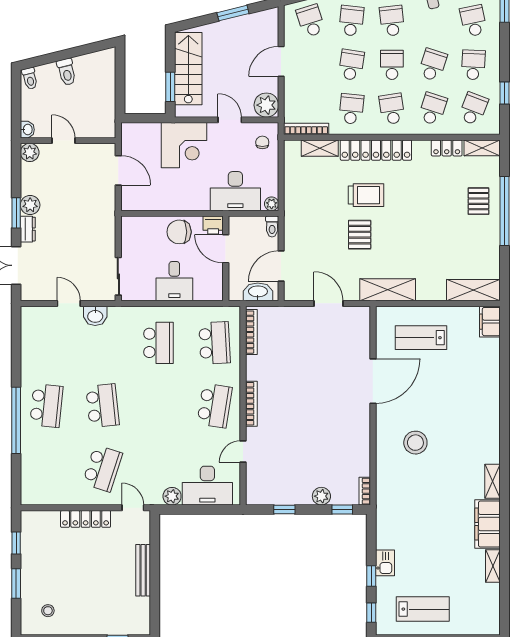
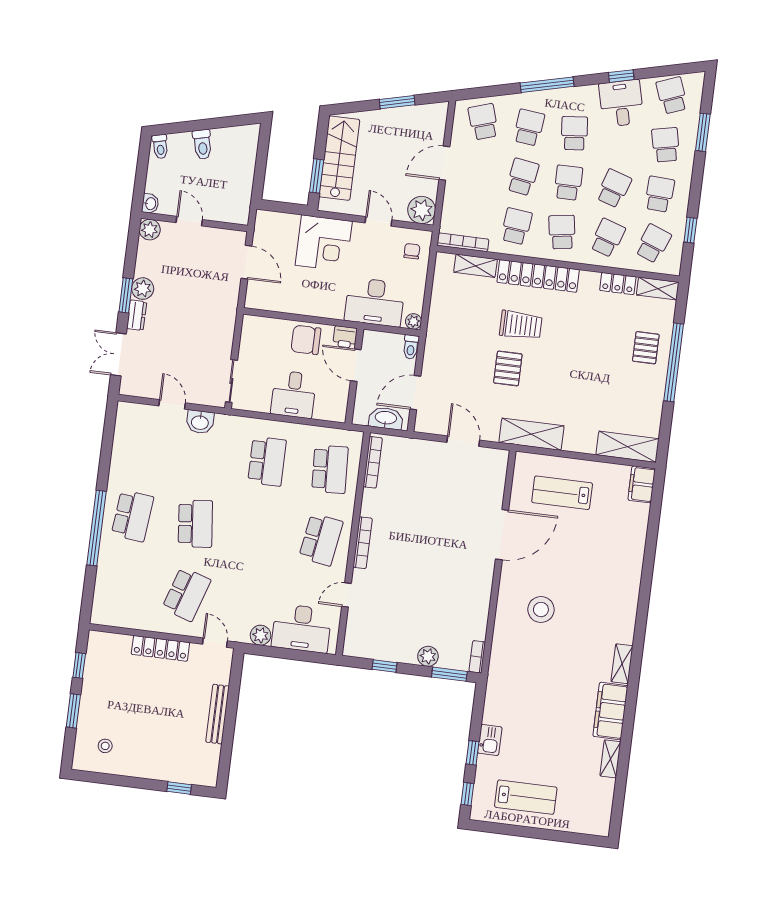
window: (342, 510) -> (449, 674), width x1.50

